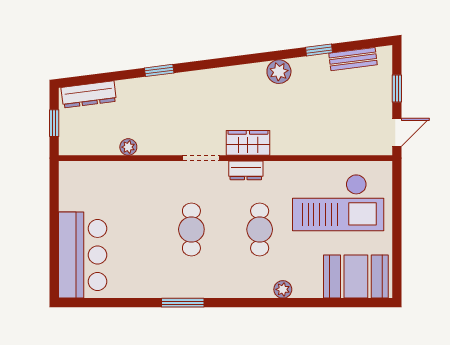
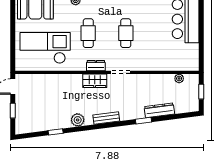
bench: (353, 59) -> (106, 118), moved
dresser: (89, 94) -> (159, 110), moved
plant: (128, 147) -> (179, 78), moved

